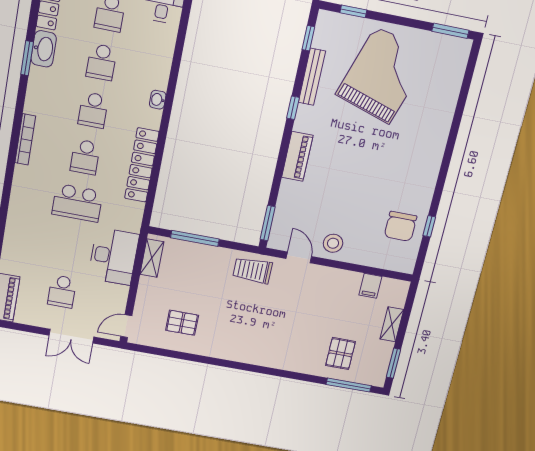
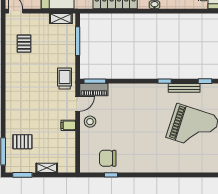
piano: (297, 156) -> (94, 90), moved
filing cabinet: (370, 286) -> (68, 125), moved

